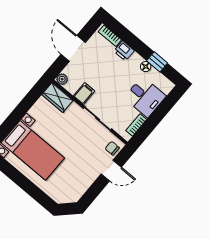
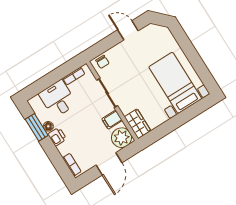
printer: (124, 51) -> (57, 137), moved
window: (157, 62) -> (37, 127), width x1.50
plant: (62, 79) -> (122, 138), width x1.87, depth x1.87
door: (111, 171) -> (128, 30), moved

